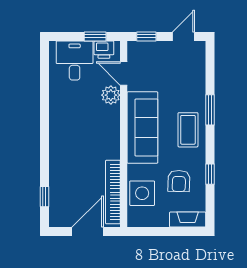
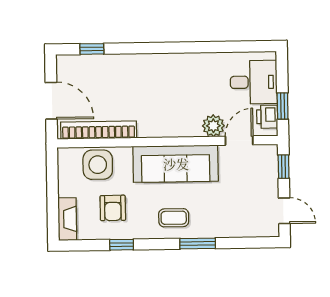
coffee table: (188, 130) -> (174, 218), width x0.73, depth x0.77
armchair: (179, 181) -> (113, 208), turned -92

